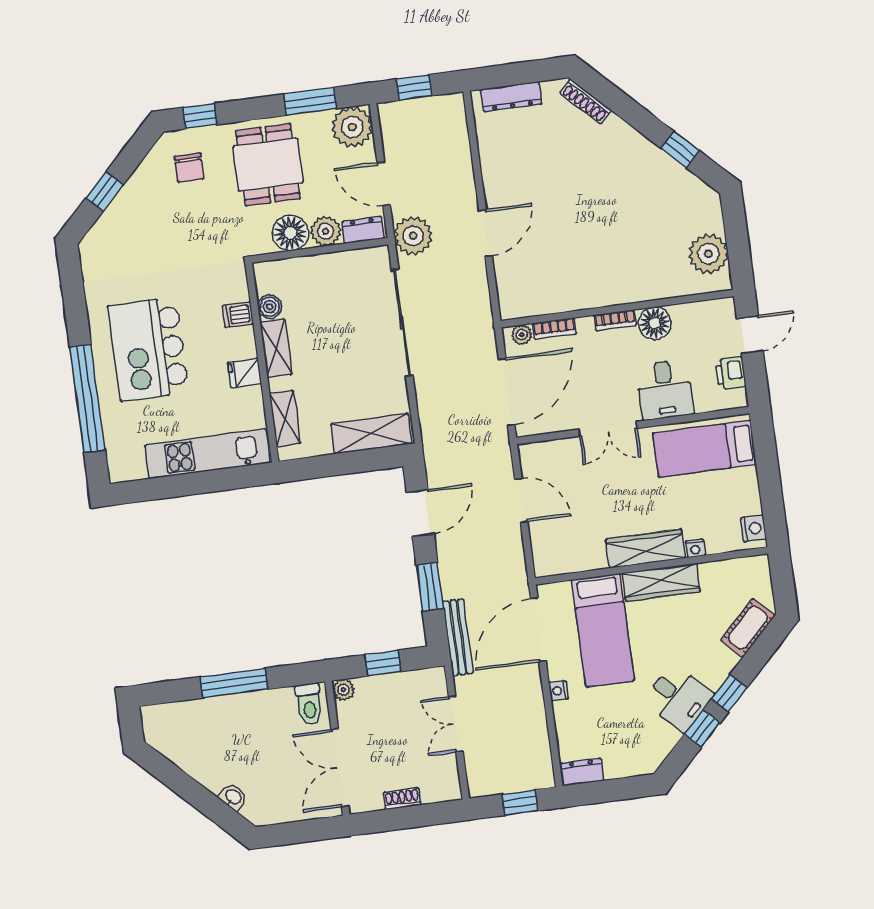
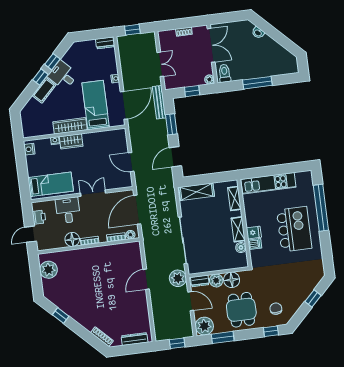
fridge: (245, 373) -> (254, 233), moved
wardrobe: (646, 549) -> (71, 141), width x0.67
cot: (748, 628) -> (44, 90), moved

